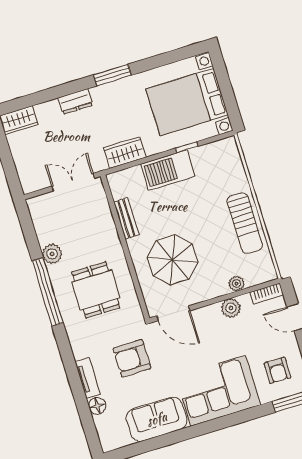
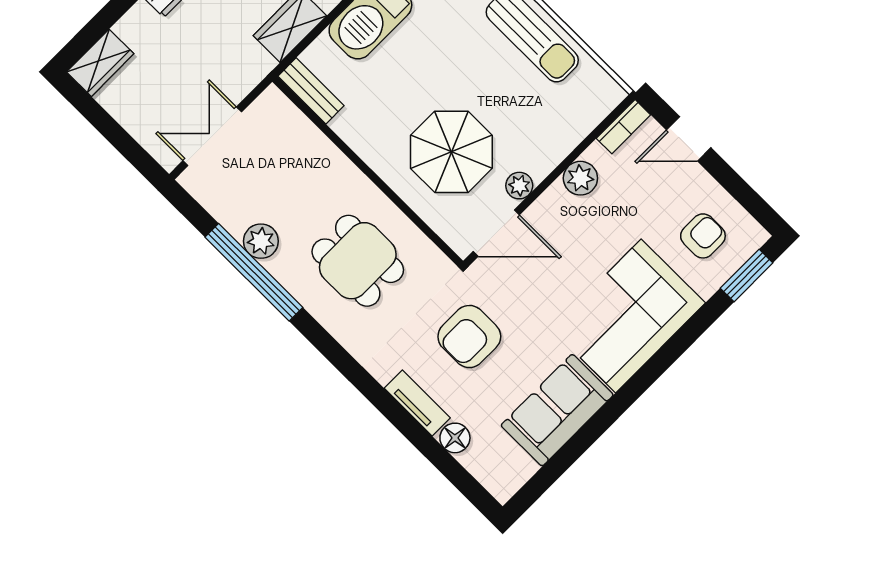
double door: (73, 182) -> (212, 136), moved
bench: (126, 218) -> (311, 91), moved
plant: (236, 283) -> (519, 186), moved
window: (47, 292) -> (254, 272), moved
armchair: (277, 370) -> (703, 236), turned -90

